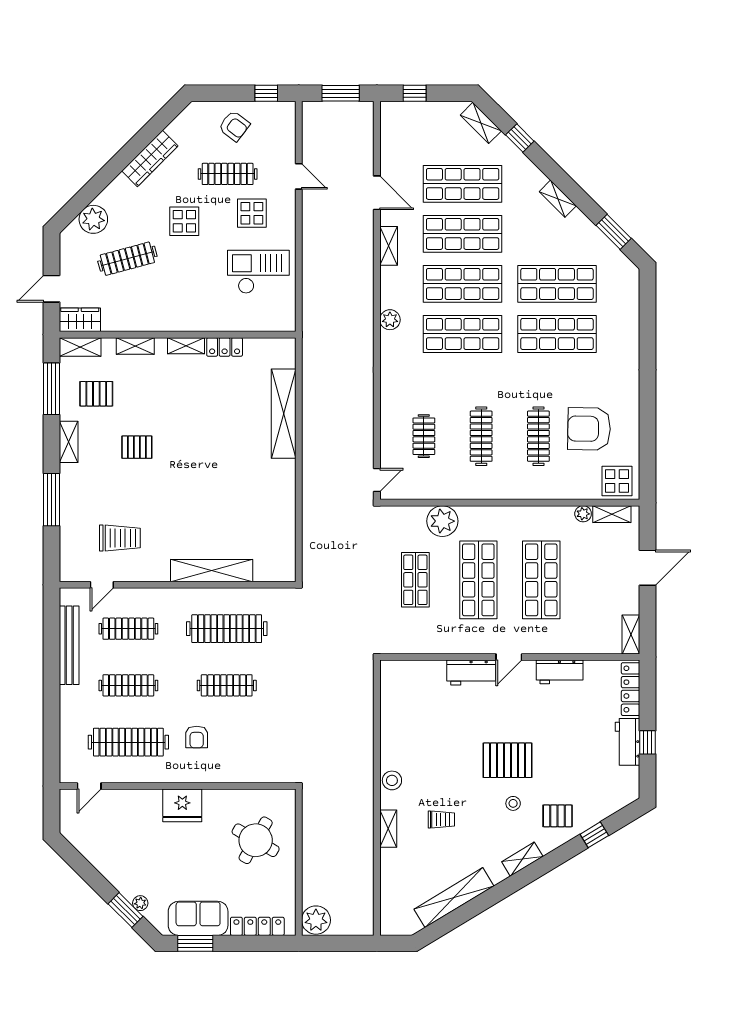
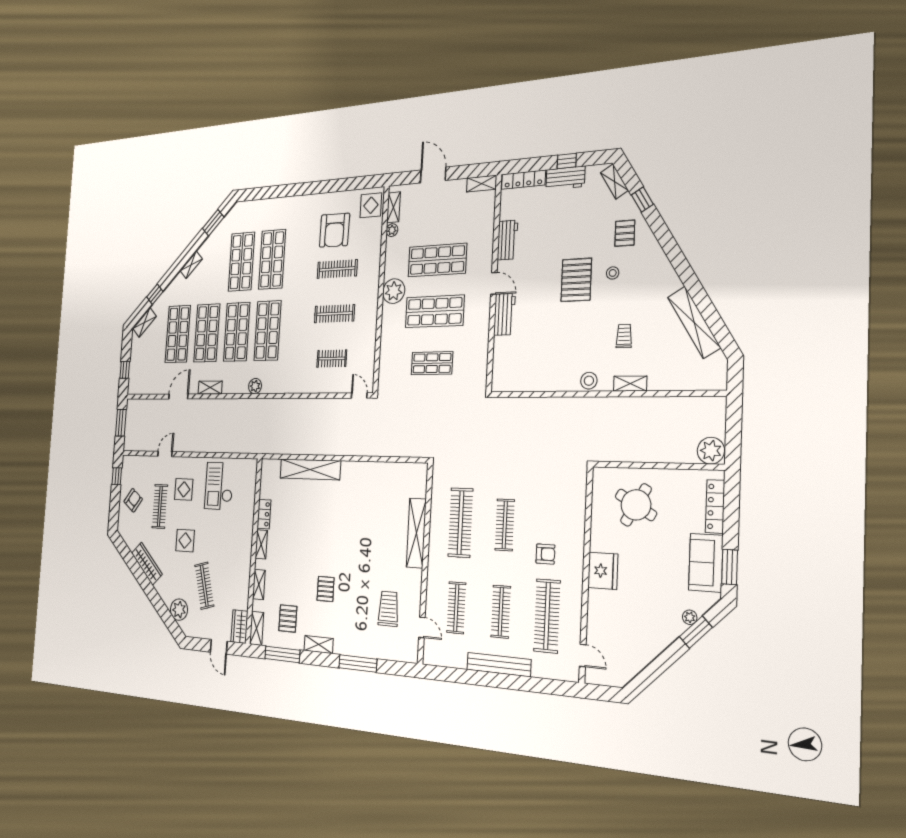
plant: (442, 521) -> (394, 291), moved
bench: (69, 645) -> (499, 665), moved
shelving: (522, 859) -> (614, 181), moved

